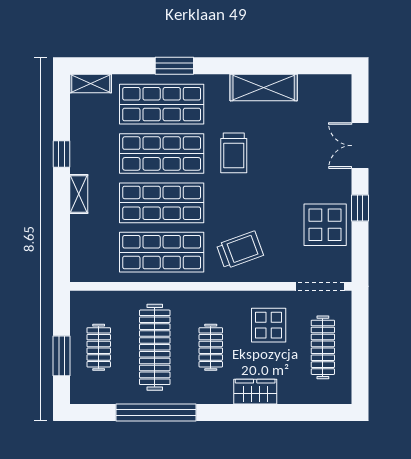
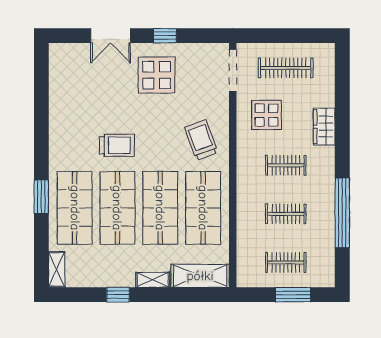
shelving: (264, 88) -> (200, 276), moved, turned 90
display table: (325, 225) -> (157, 75), moved
clothes rail: (155, 347) -> (286, 214), width x0.54, depth x0.76

